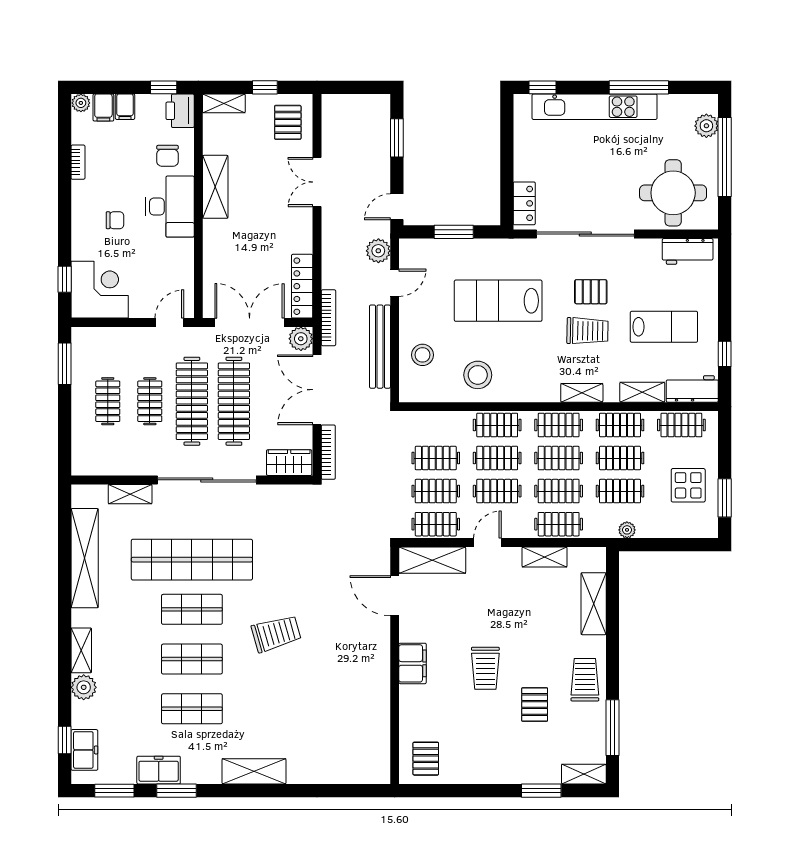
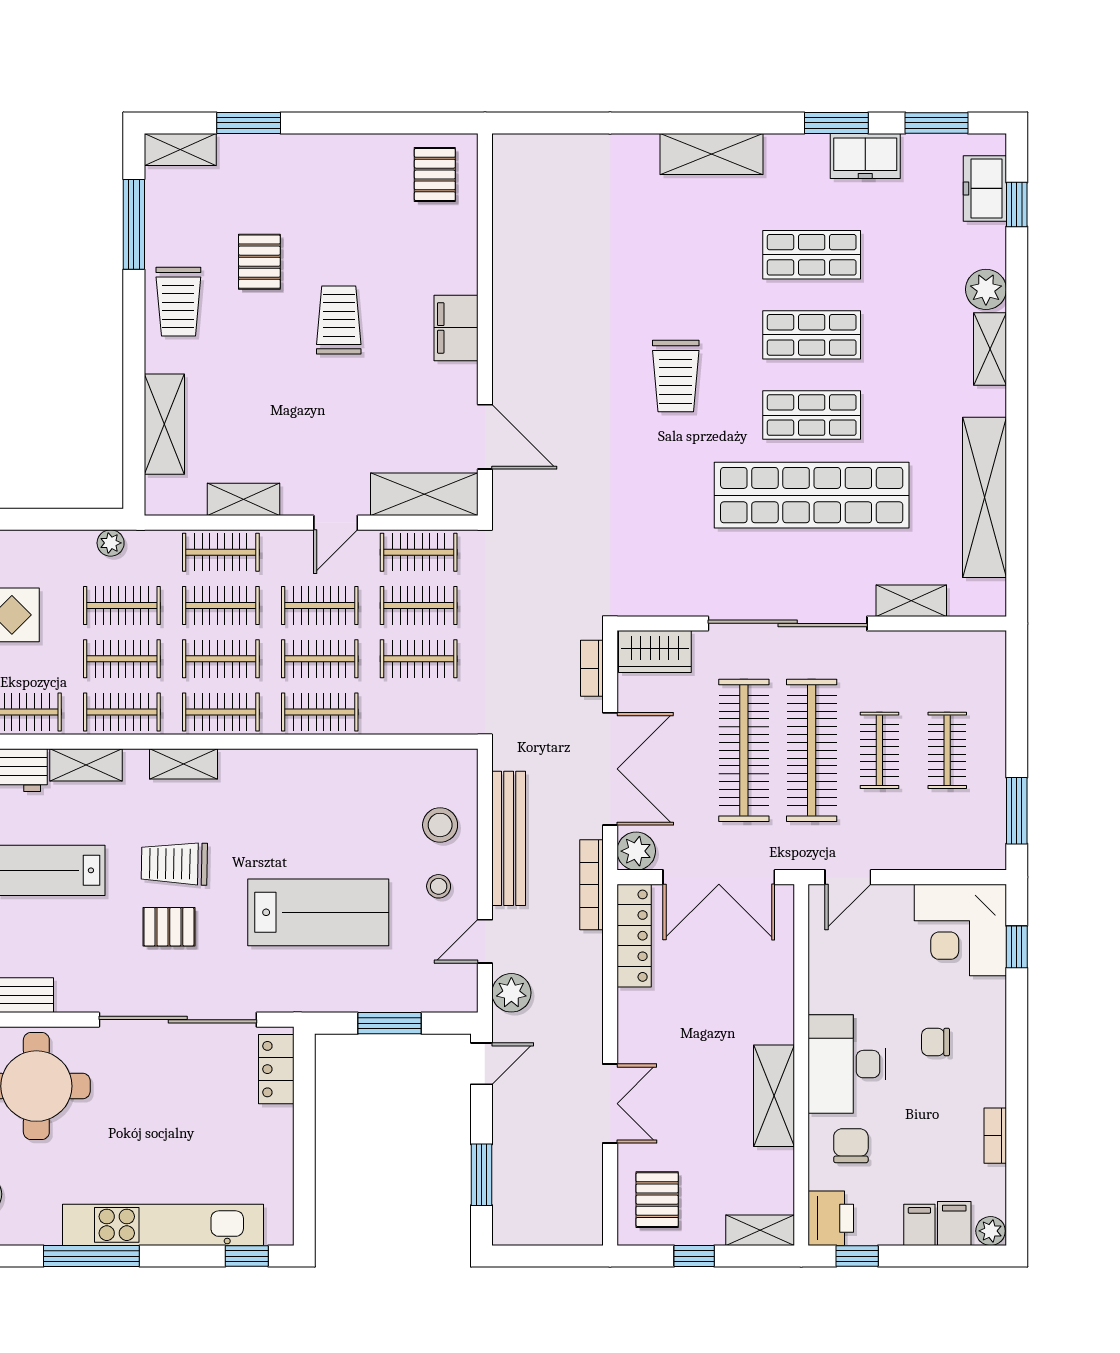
stool: (478, 375) -> (439, 886), moved, width x0.53, depth x0.53
bookcase: (328, 452) -> (592, 668), width x0.64
trolley: (276, 633) -> (676, 376), turned -74

